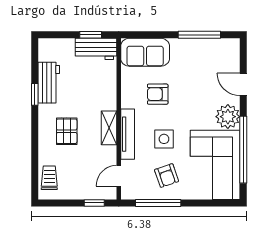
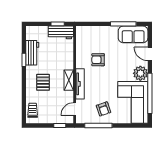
sofa: (145, 52) -> (133, 34), moved
side table: (164, 139) -> (102, 87), removed

